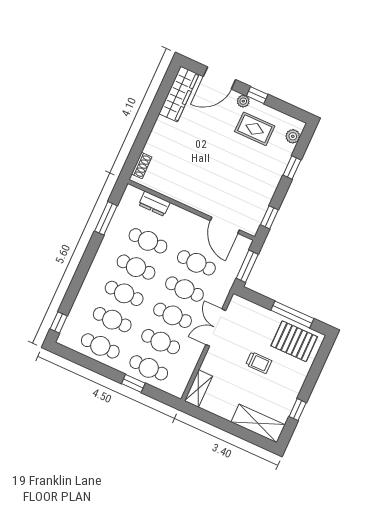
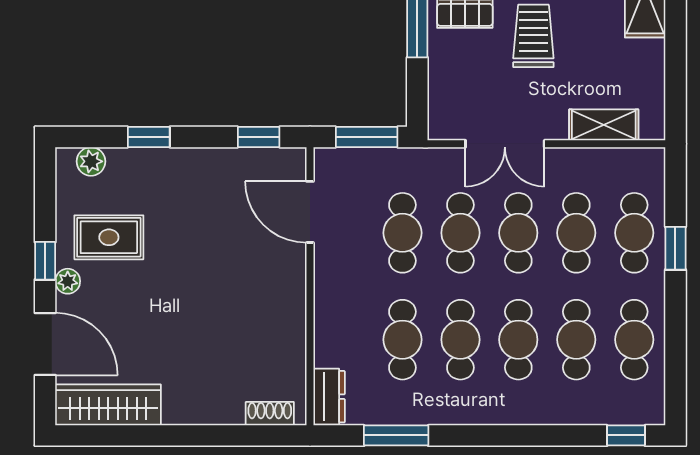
rug: (255, 129) -> (109, 237), turned 90
dresser: (154, 204) -> (329, 397), moved
door: (225, 225) -> (310, 212), swing flipped
trolley: (259, 363) -> (533, 36), width x1.36, depth x1.39
shelving: (198, 389) -> (604, 125), moved

